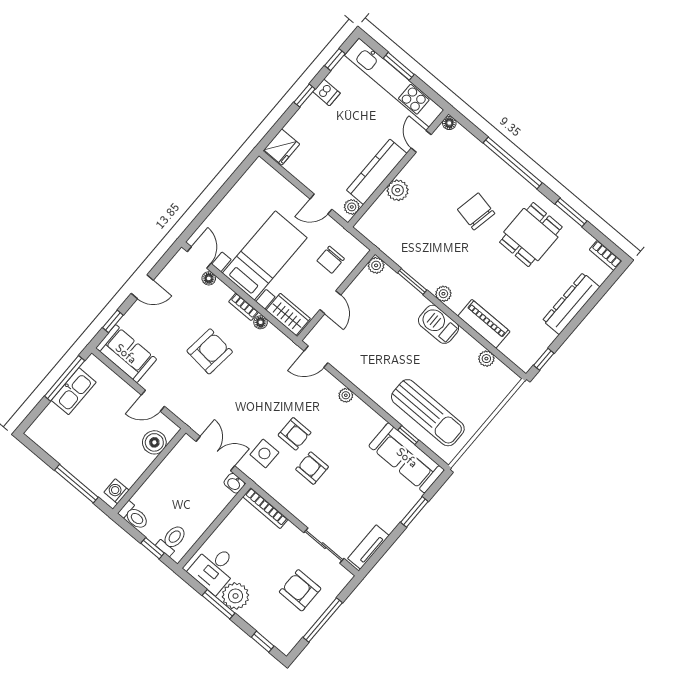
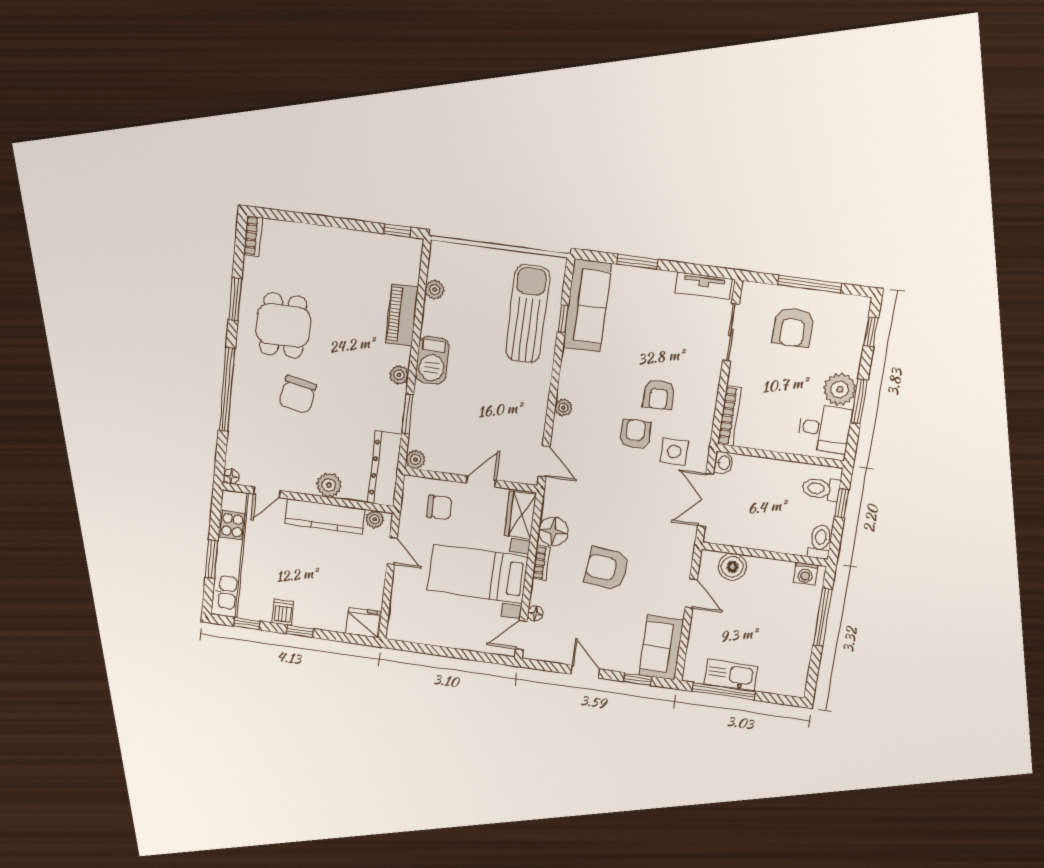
dining table: (531, 235) -> (283, 326), turned 90
dresser: (571, 304) -> (385, 469), moved, turned 90
floor lamp: (261, 322) -> (553, 531), width x1.89, depth x1.89

